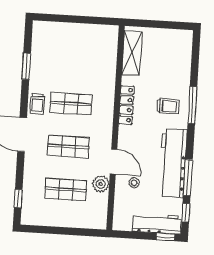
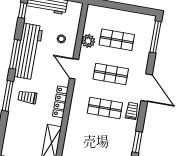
door: (113, 162) -> (74, 69), moved
window: (188, 178) -> (15, 54), moved
window: (18, 198) -> (156, 37), width x2.17

